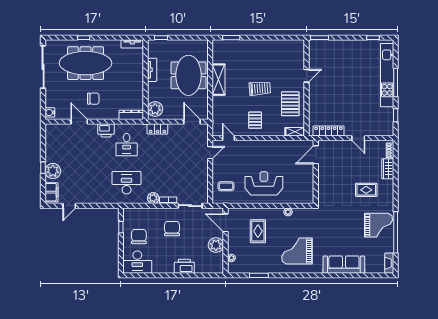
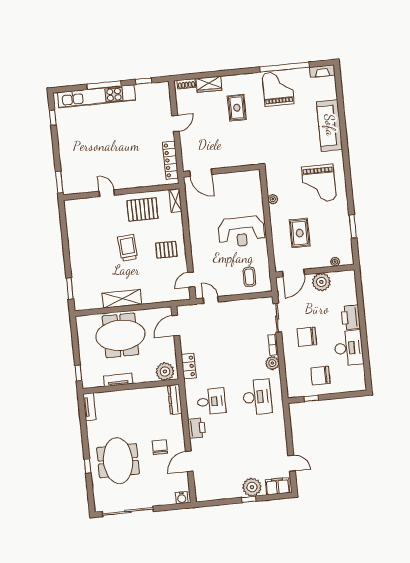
meeting table: (86, 63) -> (118, 461), width x0.73
desk: (127, 183) -> (257, 397), turned 180
reception desk: (264, 183) -> (241, 232), turned -90
rug: (258, 231) -> (300, 233), turned 90
desk: (137, 262) -> (349, 348), moved

